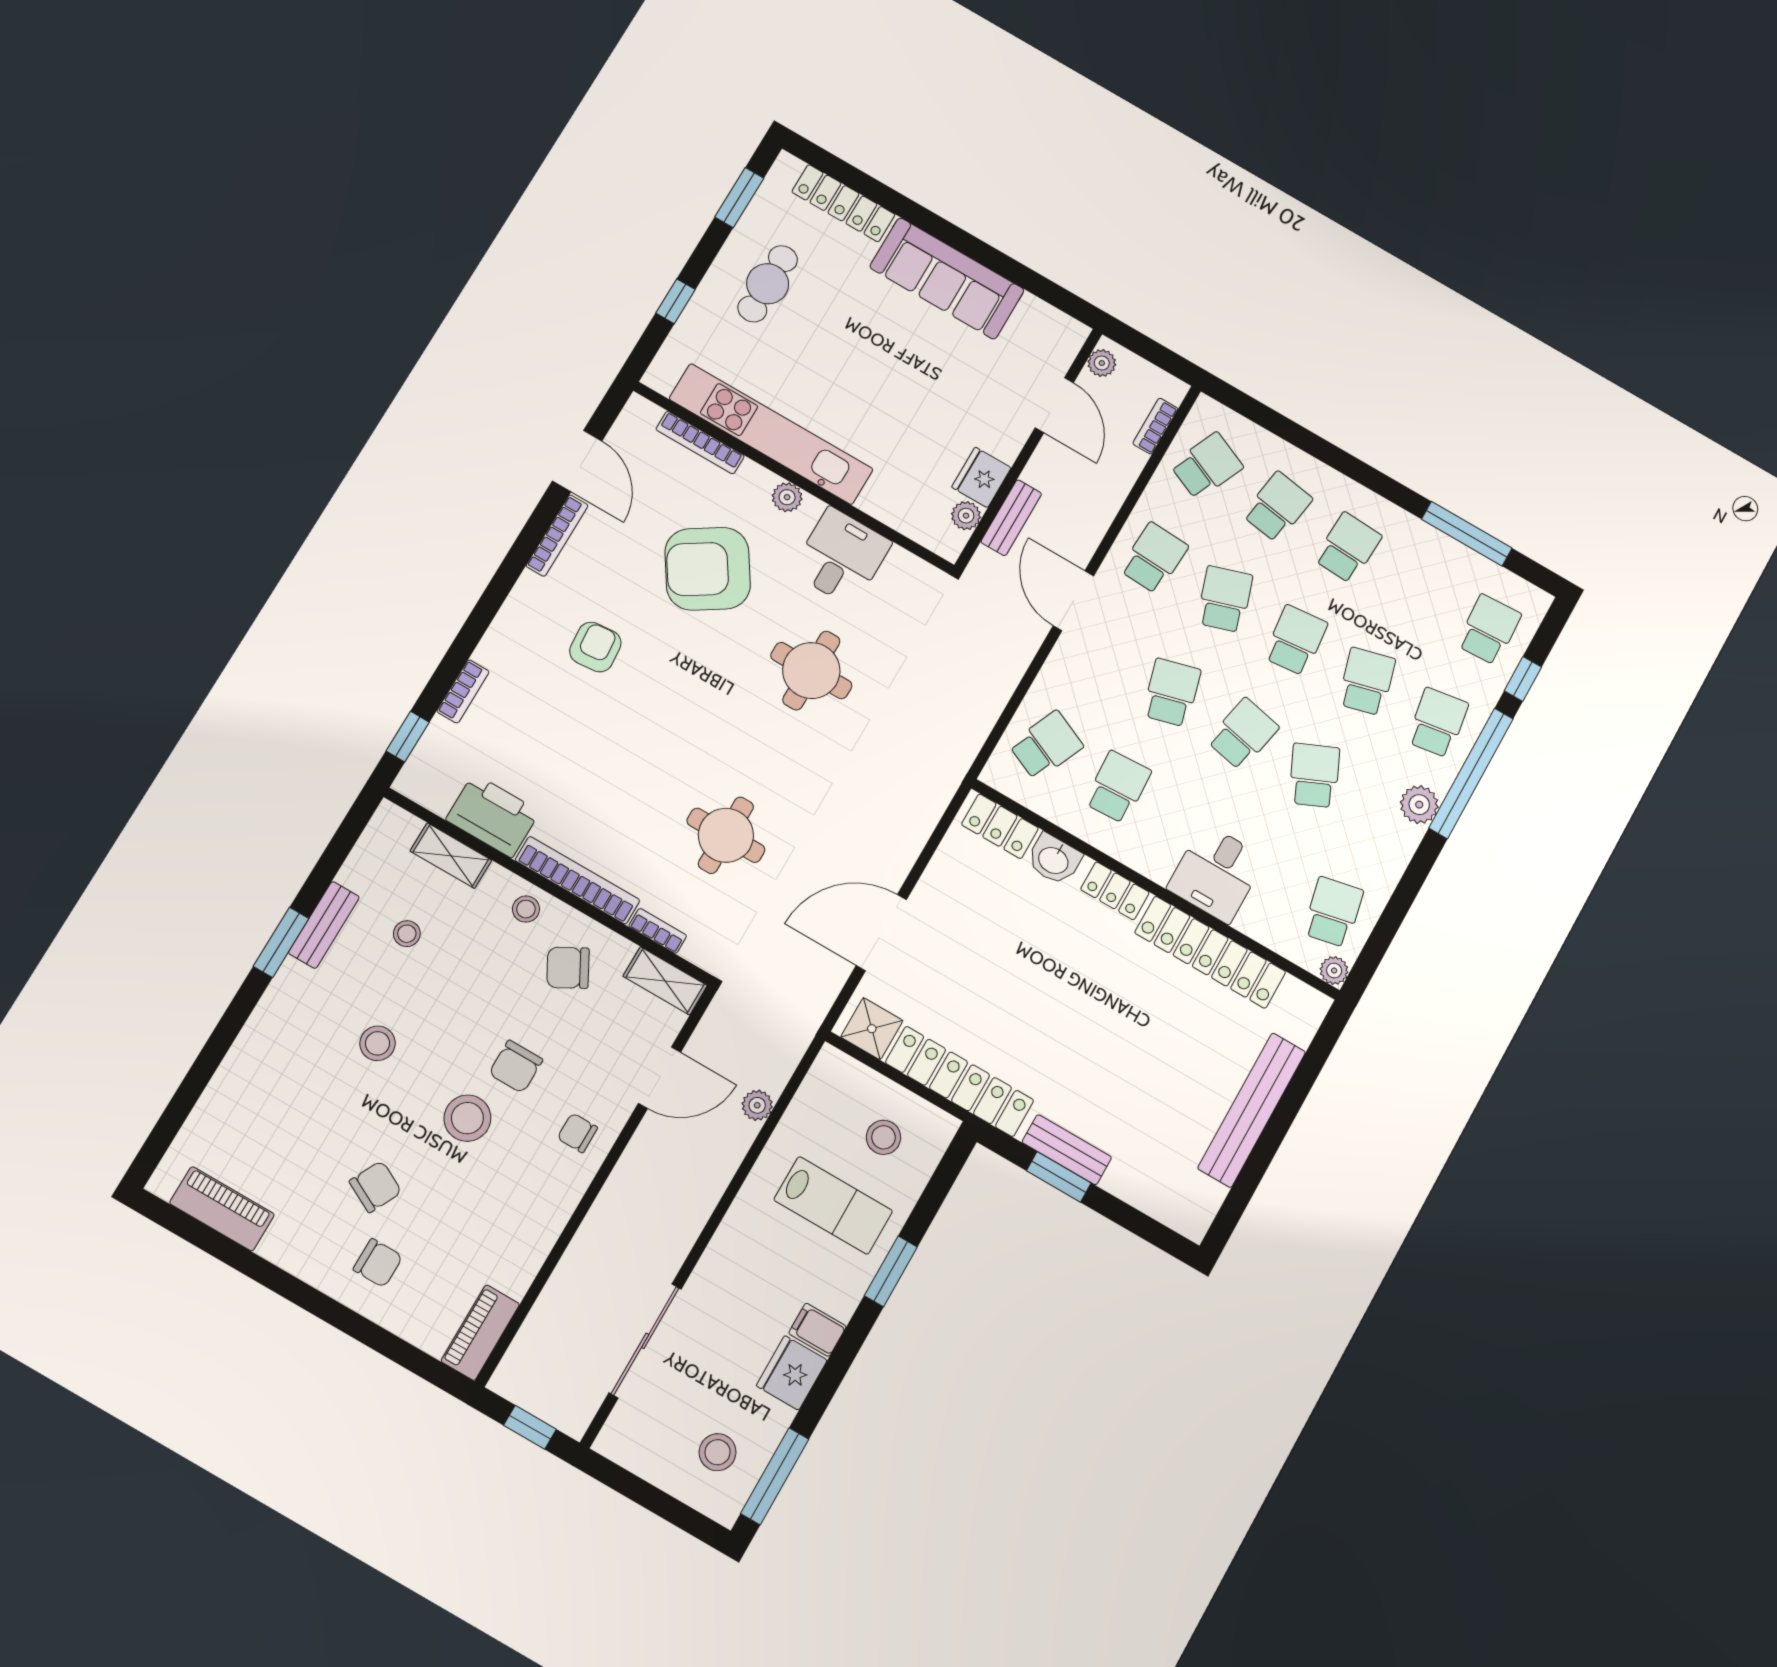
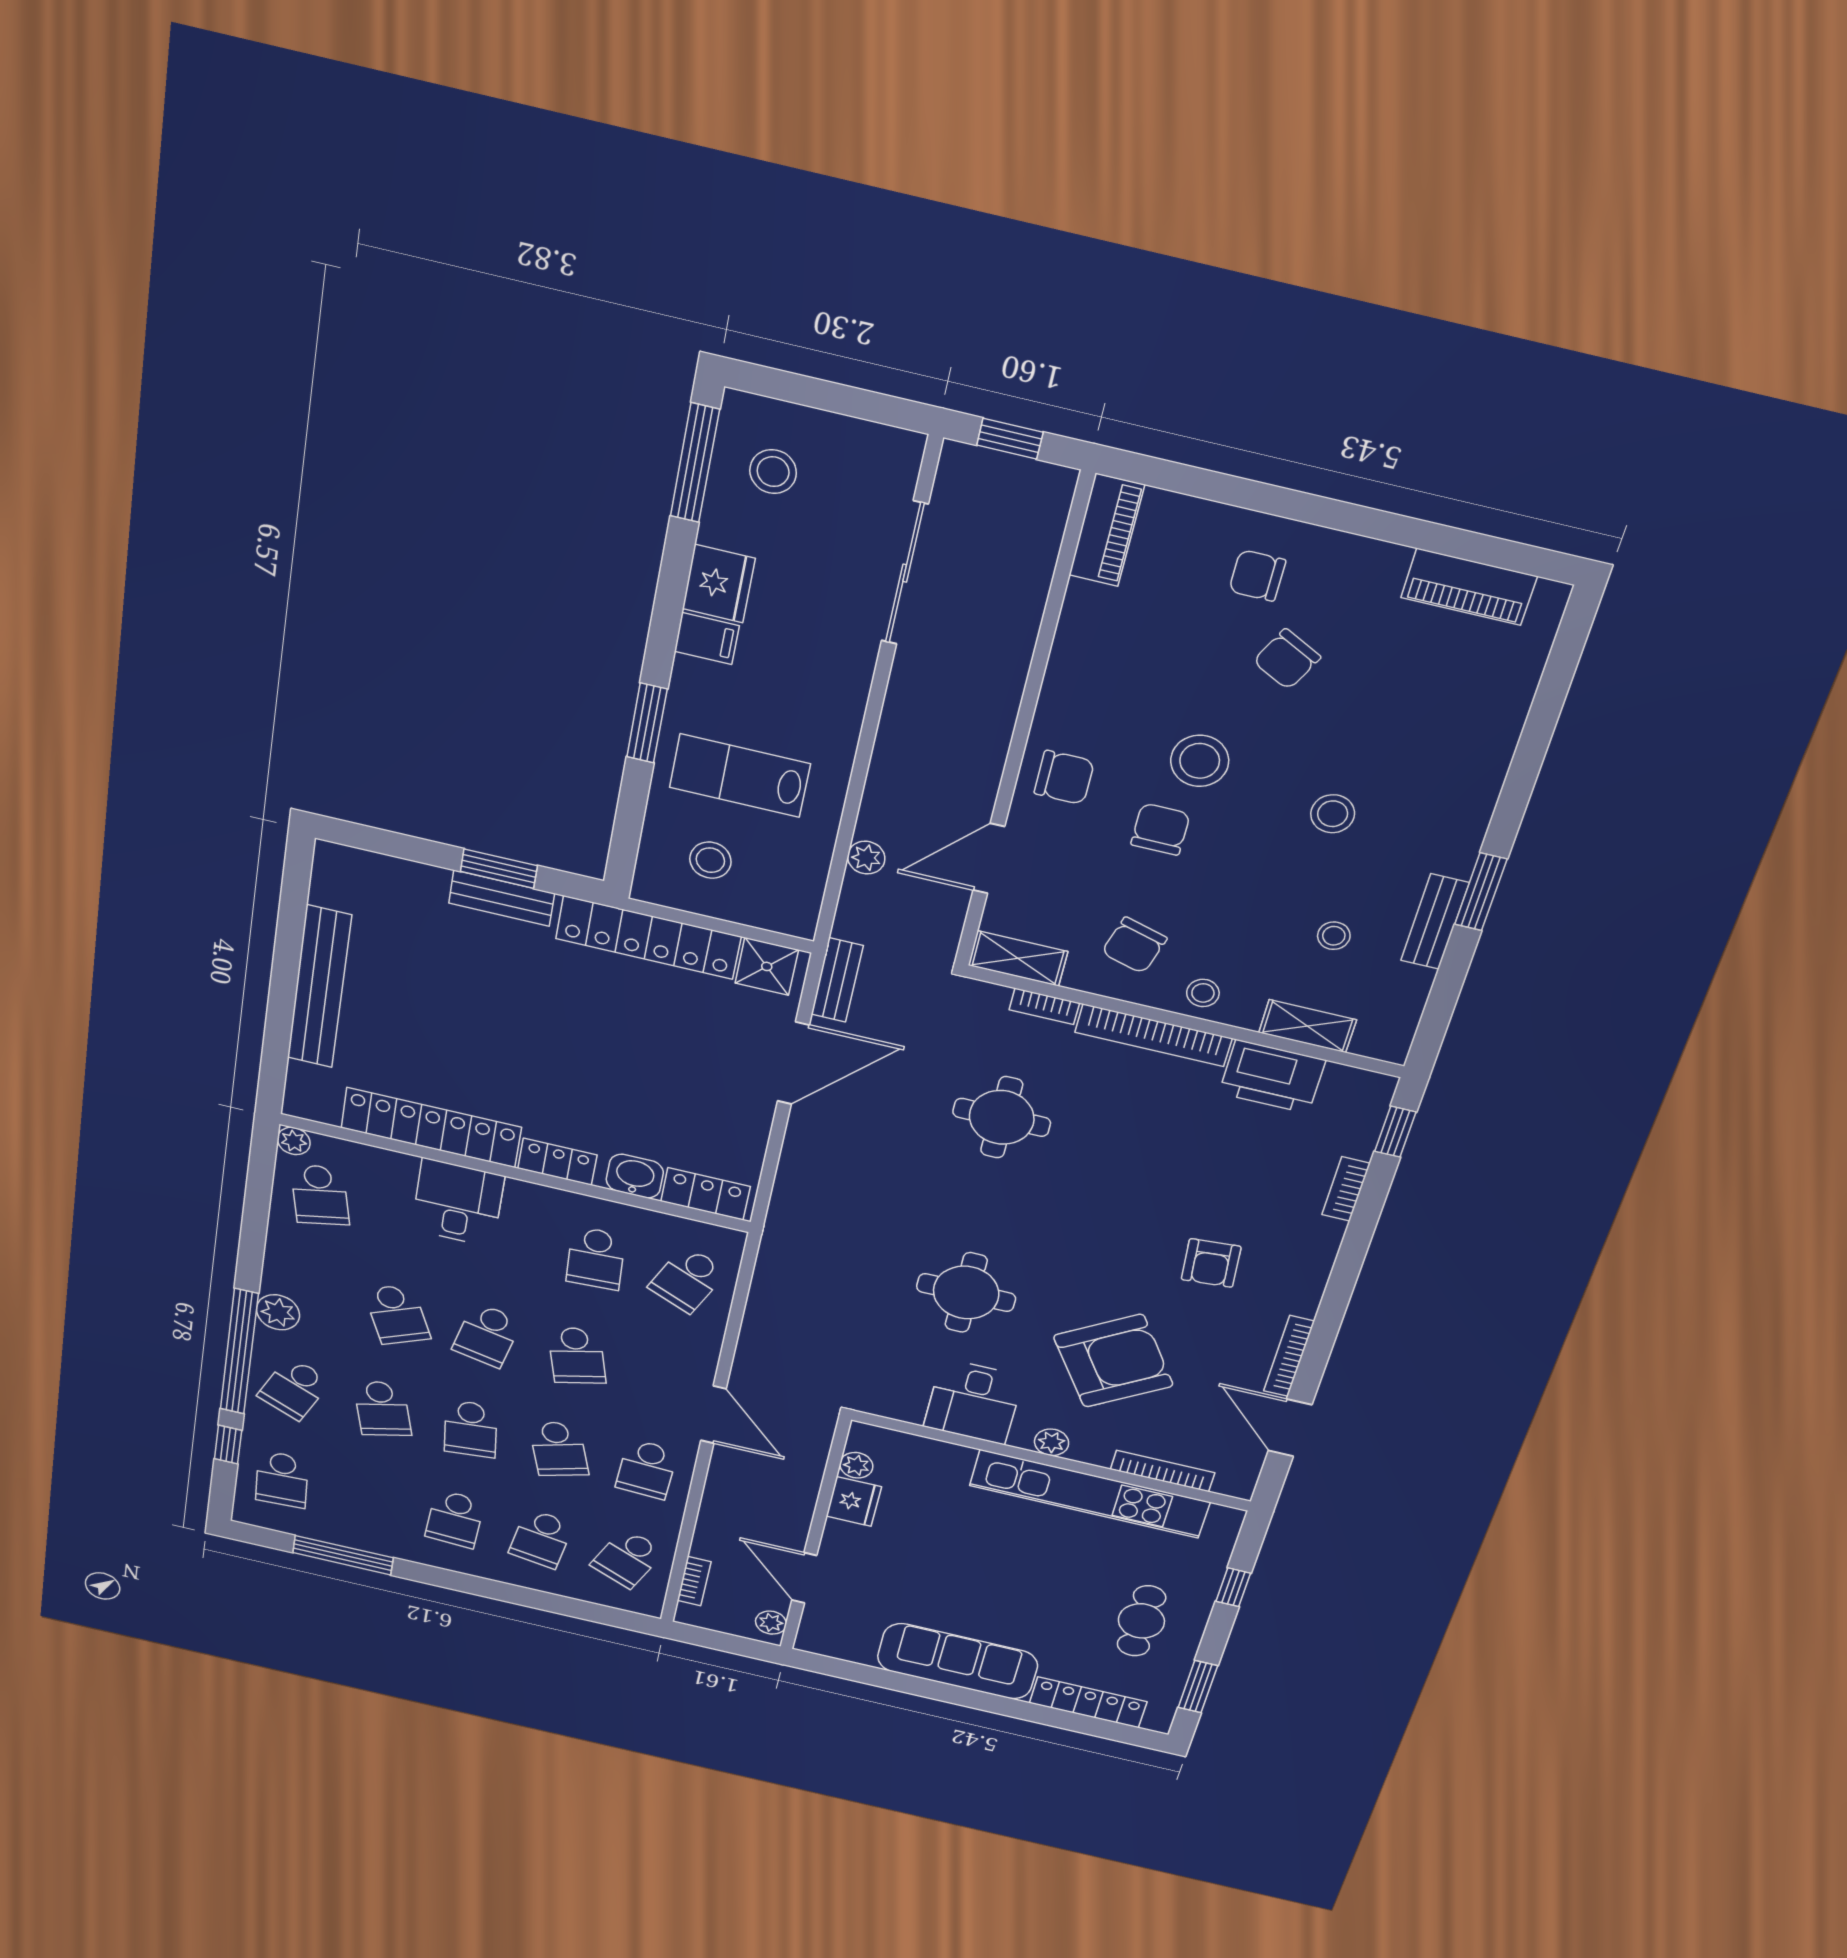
bench: (1011, 518) -> (837, 980), moved
school desk: (1438, 723) -> (294, 1388), turned 33
chair: (568, 968) -> (1134, 945), turned 135
chair: (577, 1133) -> (1064, 777), width x1.37, depth x1.37

